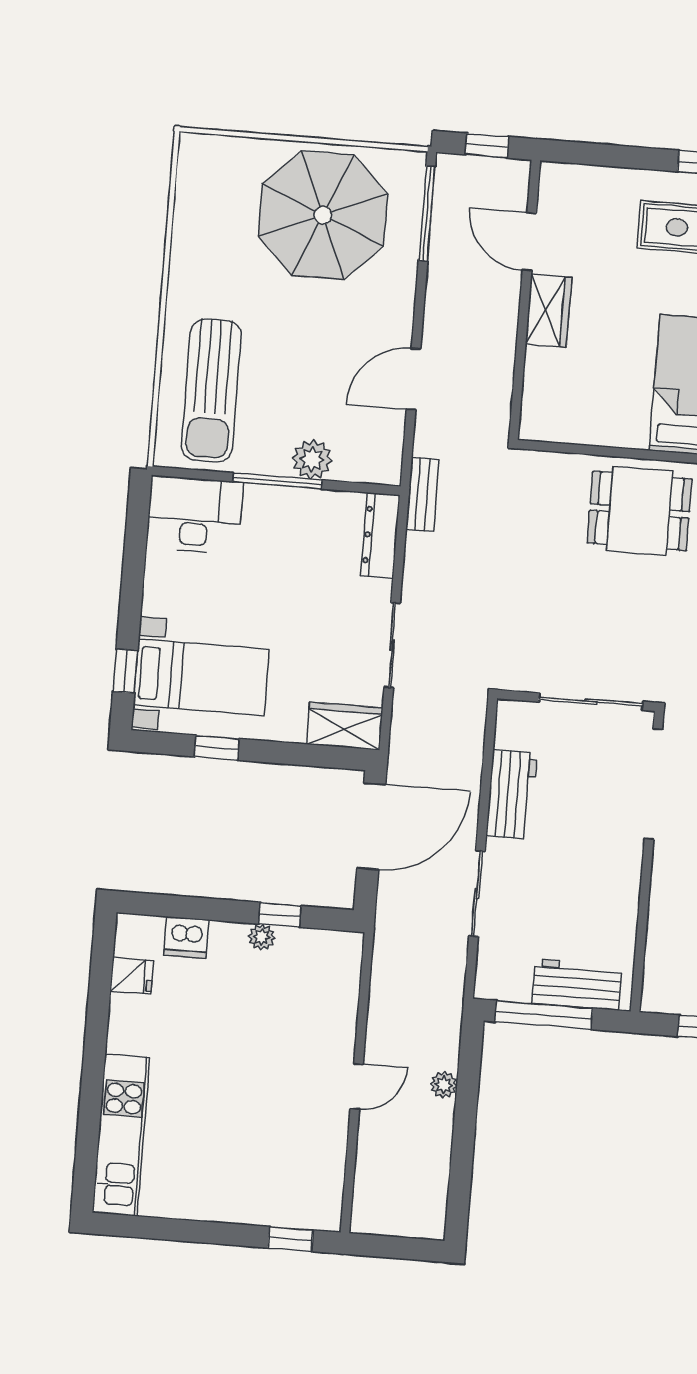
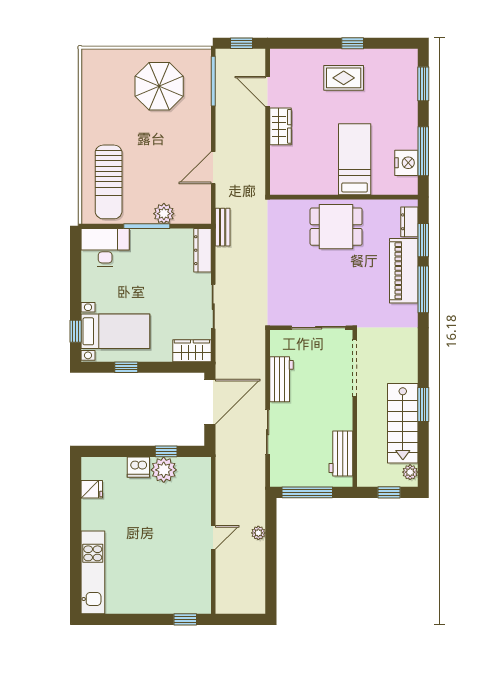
parasol: (323, 215) -> (159, 86), width x0.73, depth x0.73
dishwasher: (186, 937) -> (138, 467), moved
plant: (262, 937) -> (164, 470), width x1.88, depth x1.88
workbench: (577, 985) -> (341, 454), moved, turned -90

